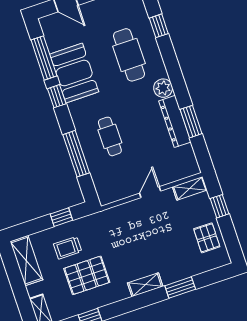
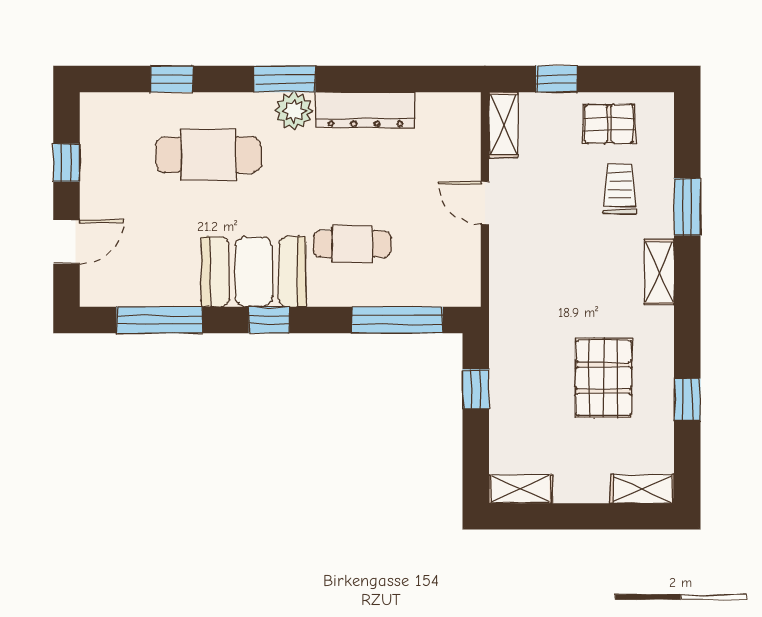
booth: (74, 73) -> (254, 272), moved
window: (57, 96) -> (269, 320), moved
window: (191, 122) -> (285, 79), moved
window: (76, 154) -> (397, 320), moved
trolley: (68, 248) -> (620, 189), moved, turned 180
shelving: (26, 261) -> (521, 489), width x0.67, depth x0.75

